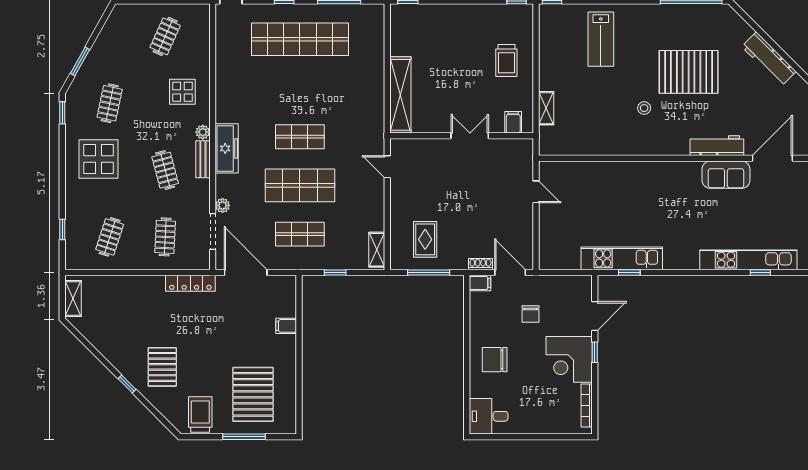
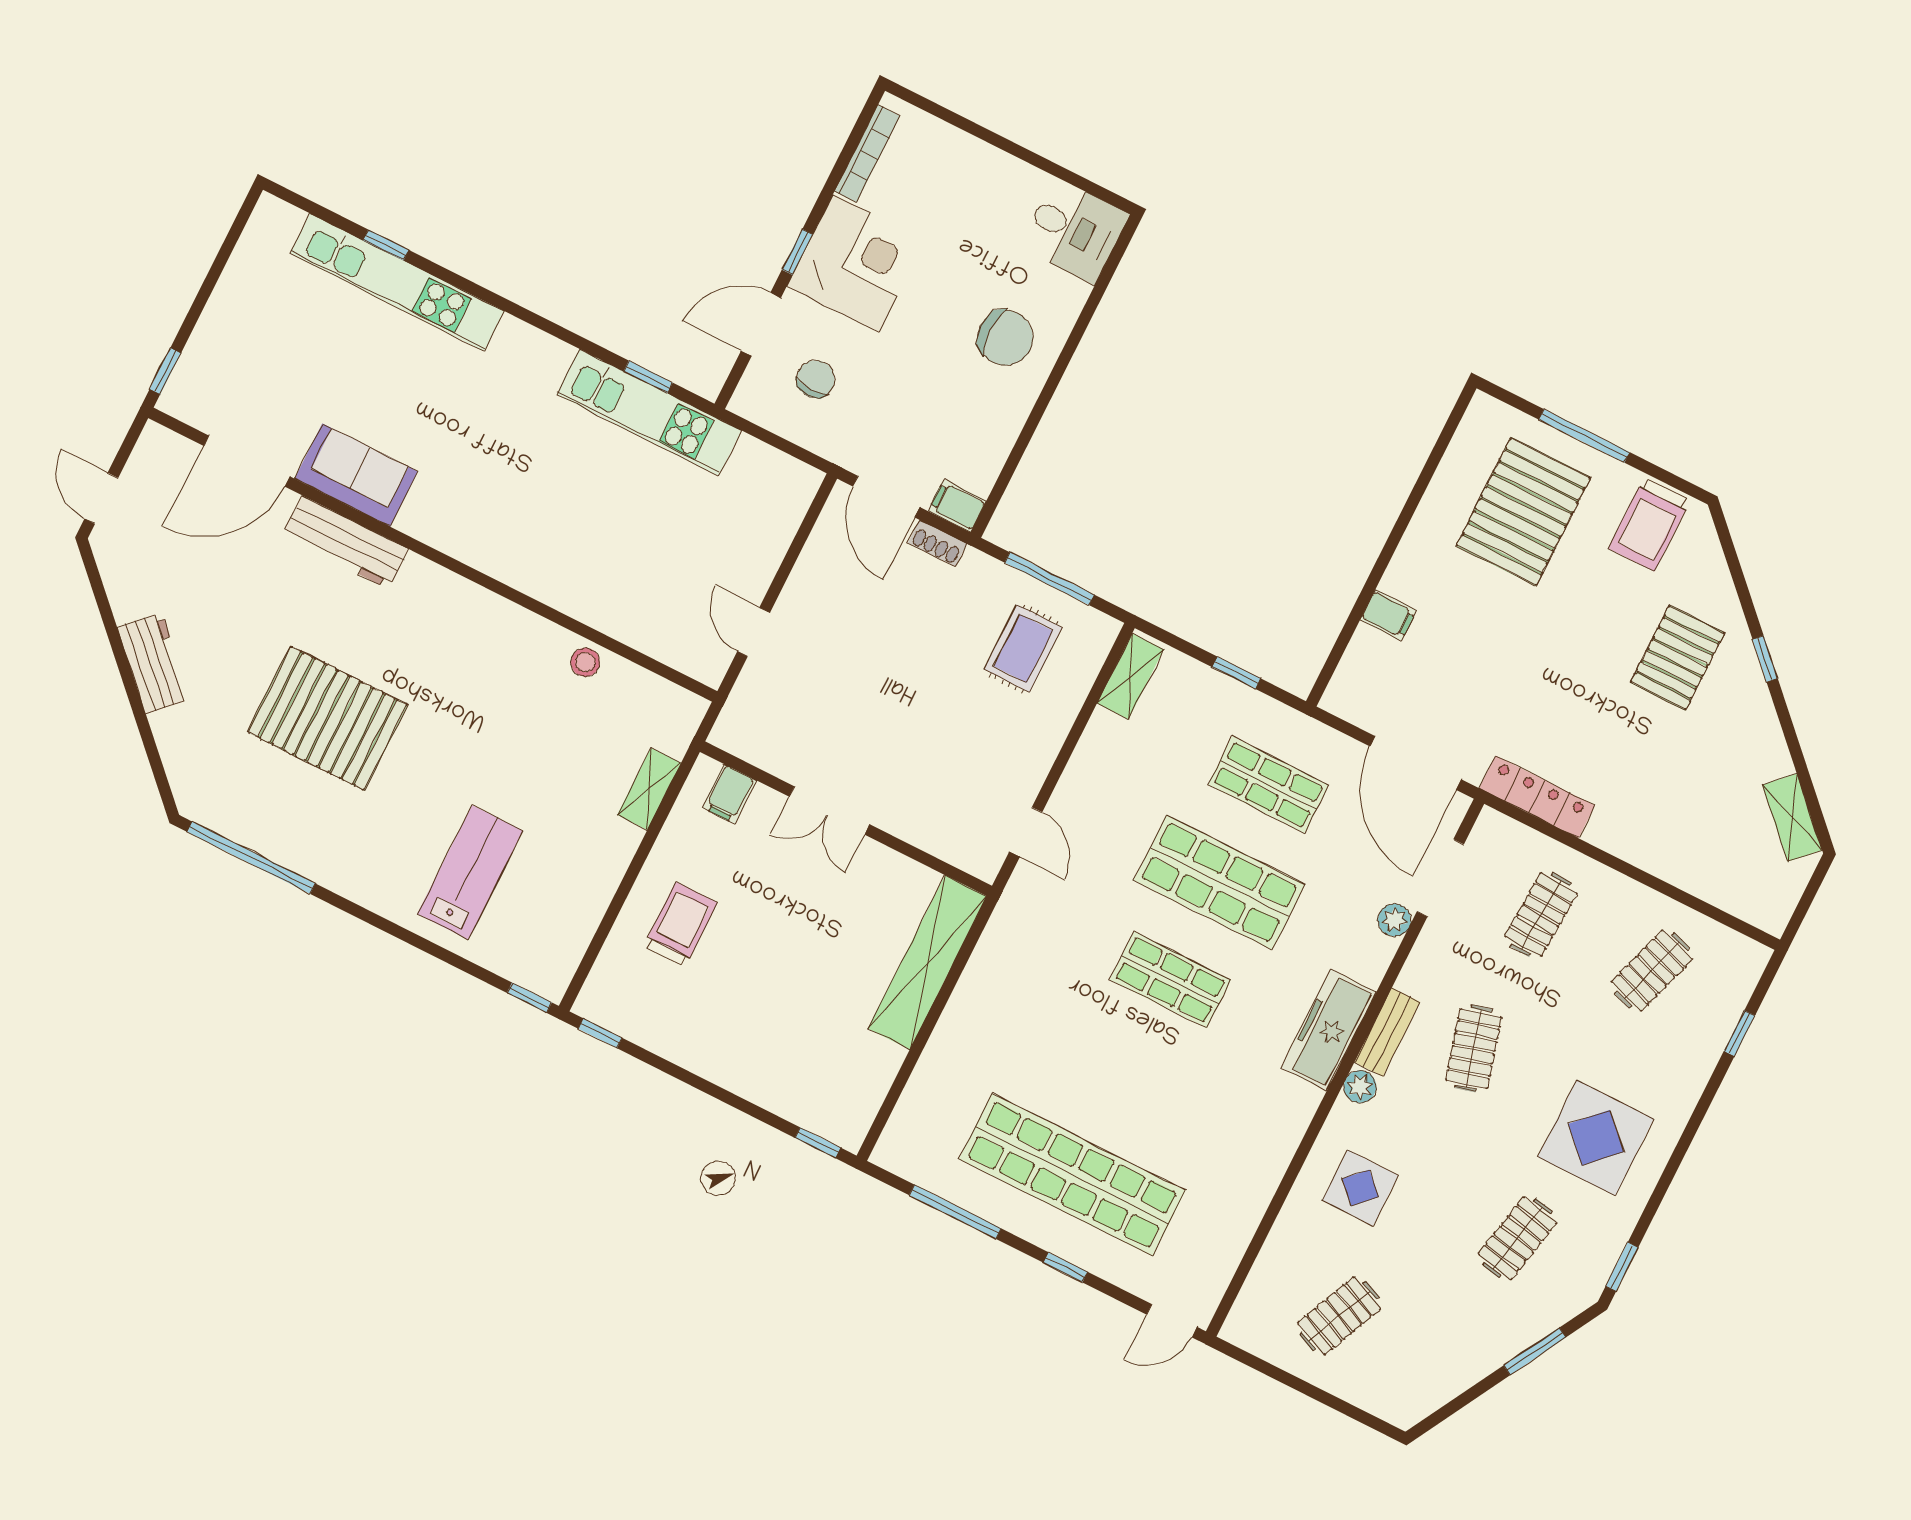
workbench: (769, 59) -> (154, 663), width x0.73
stool: (644, 108) -> (585, 662), moved
shelving: (73, 298) -> (1792, 818), moved, turned -45
chair: (531, 314) -> (816, 379), moved

